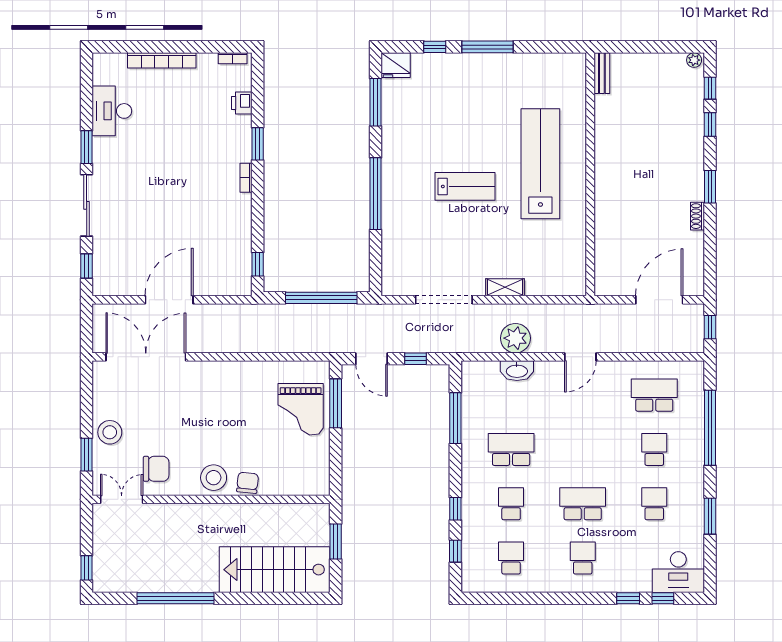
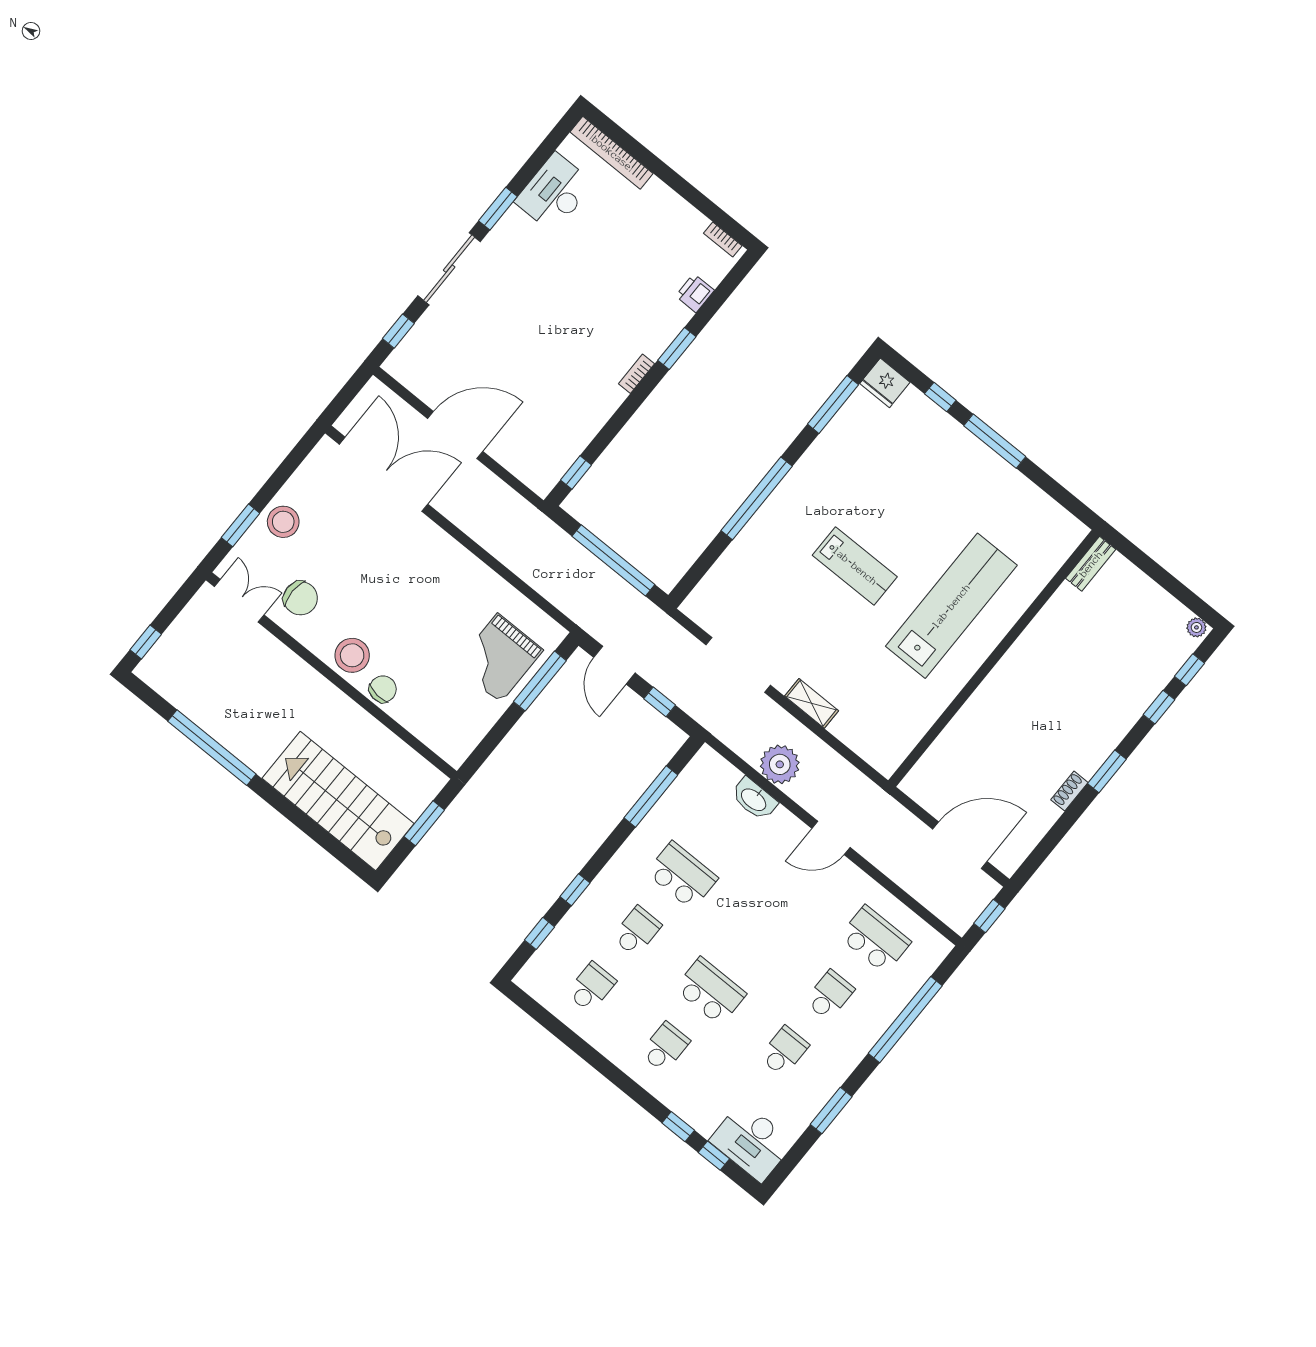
bookcase: (162, 60) -> (612, 153), moved

